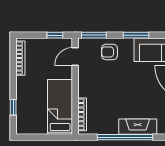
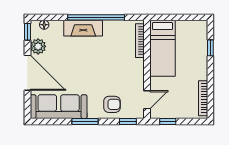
window: (94, 35) -> (128, 121), width x0.67

